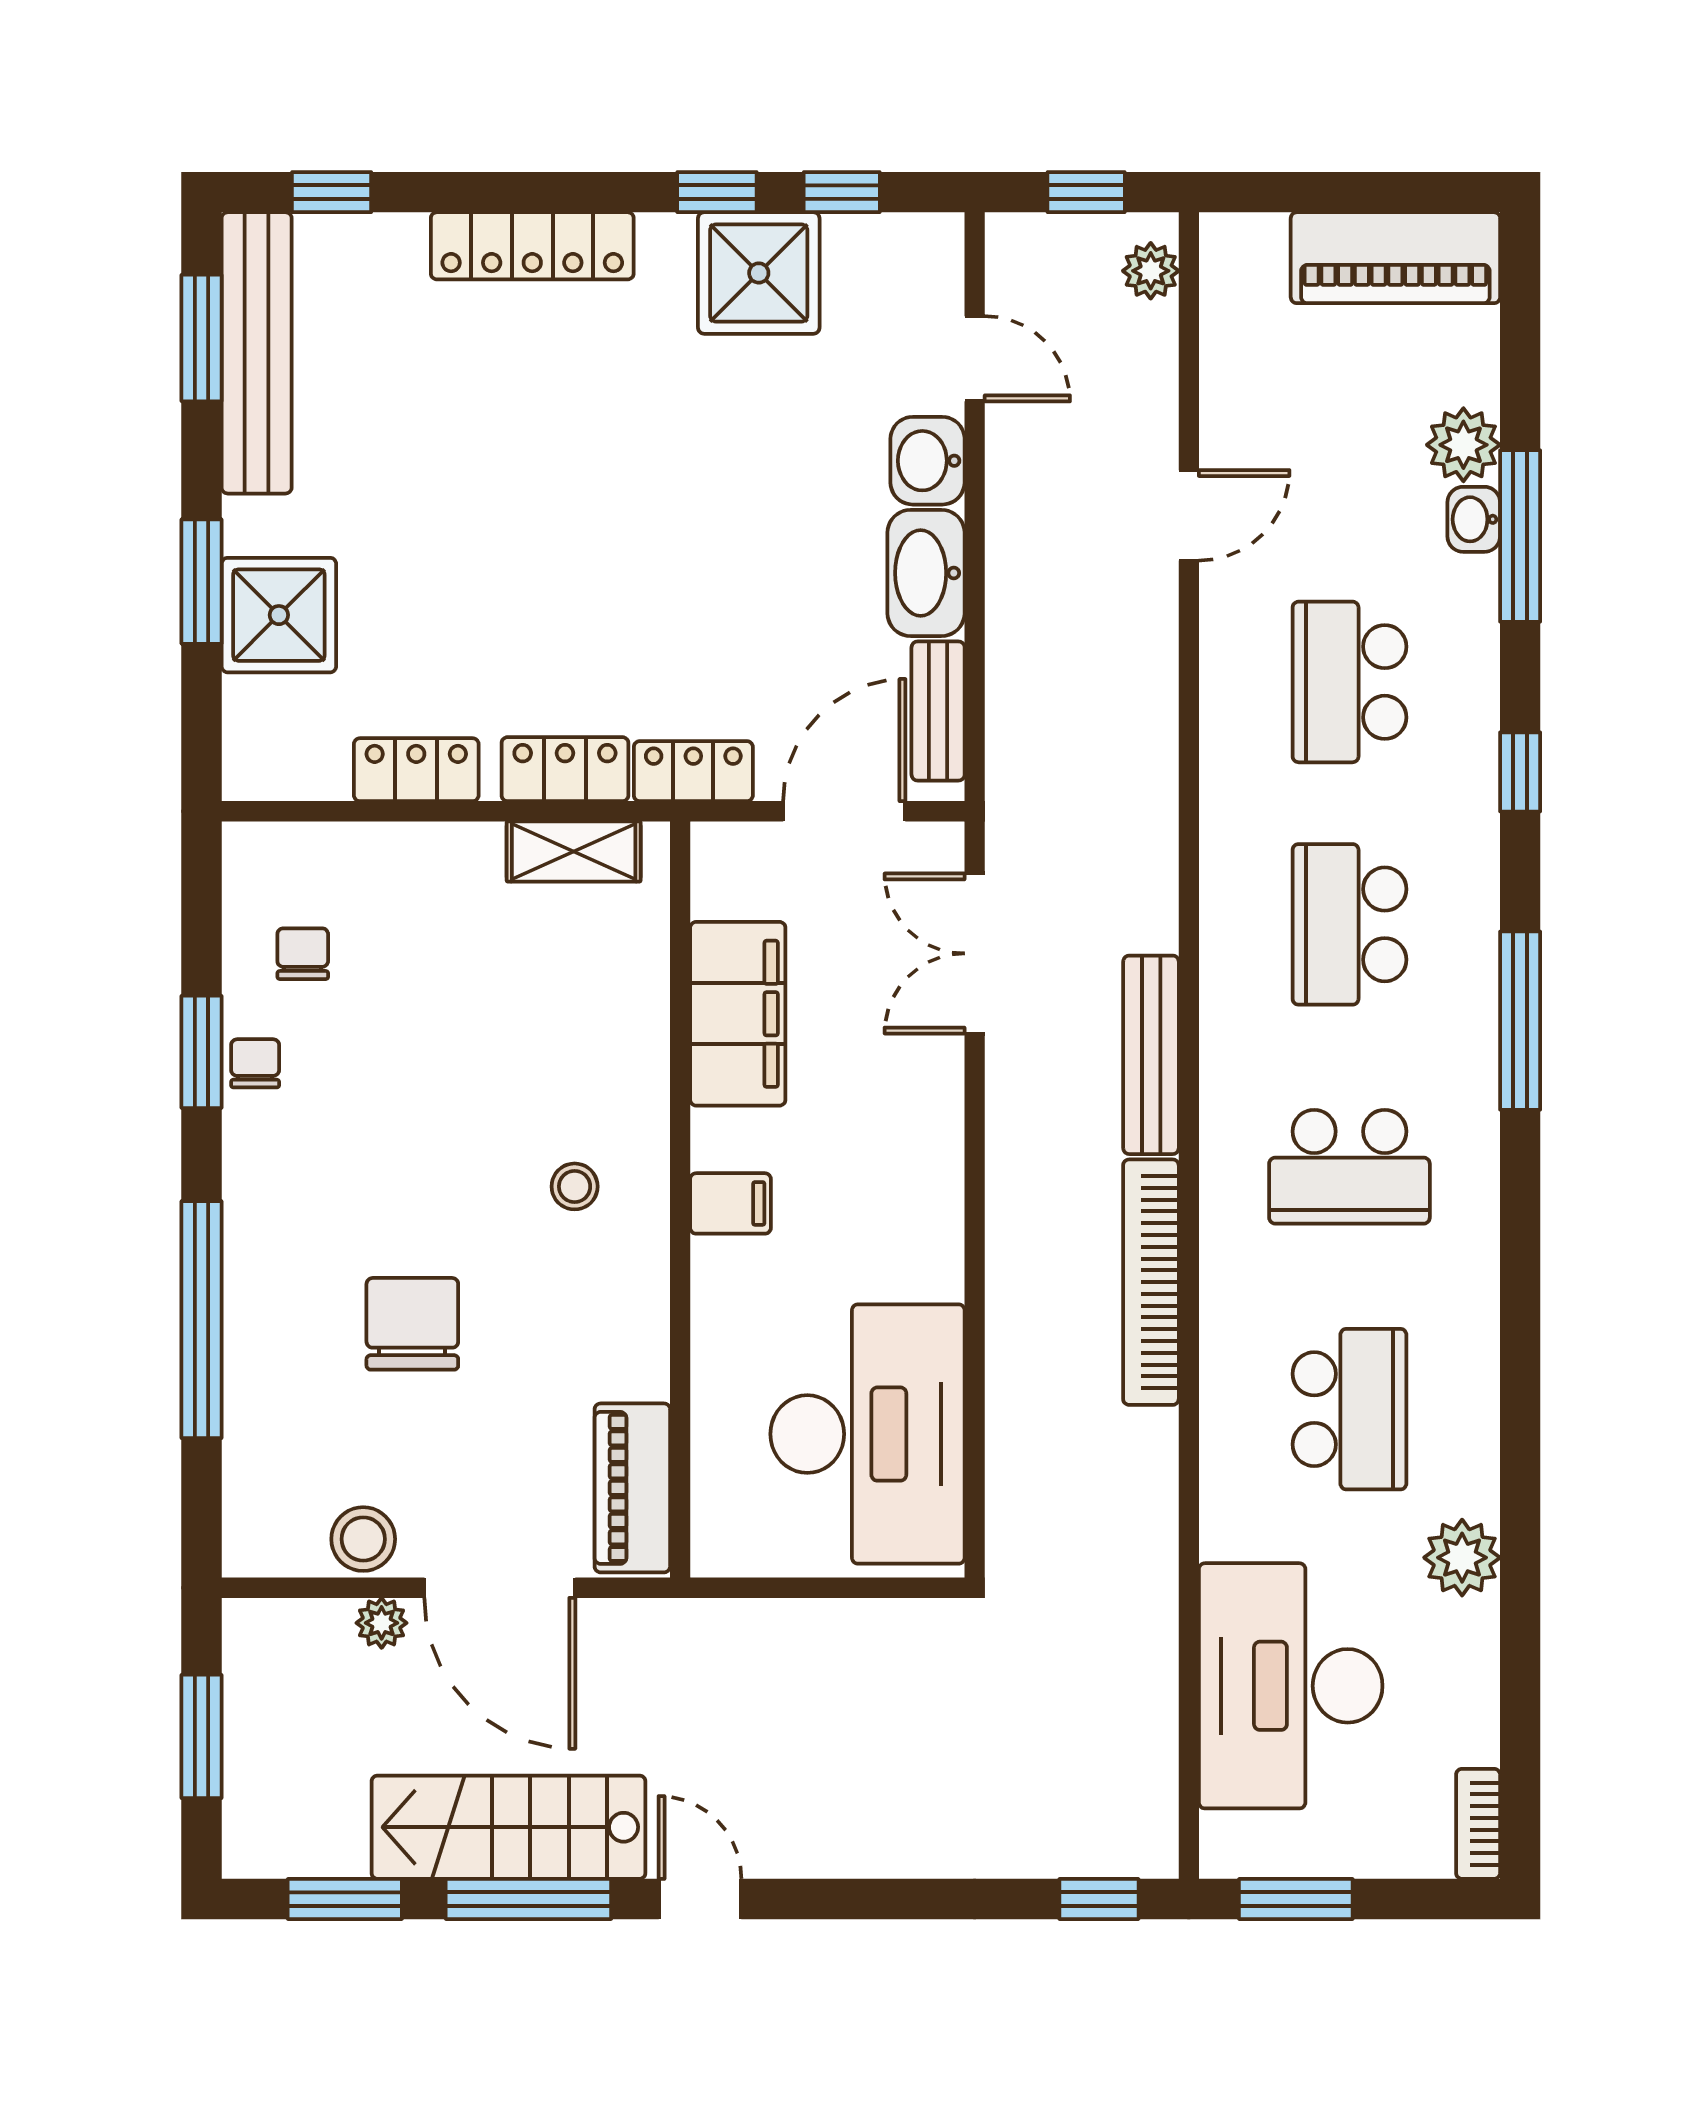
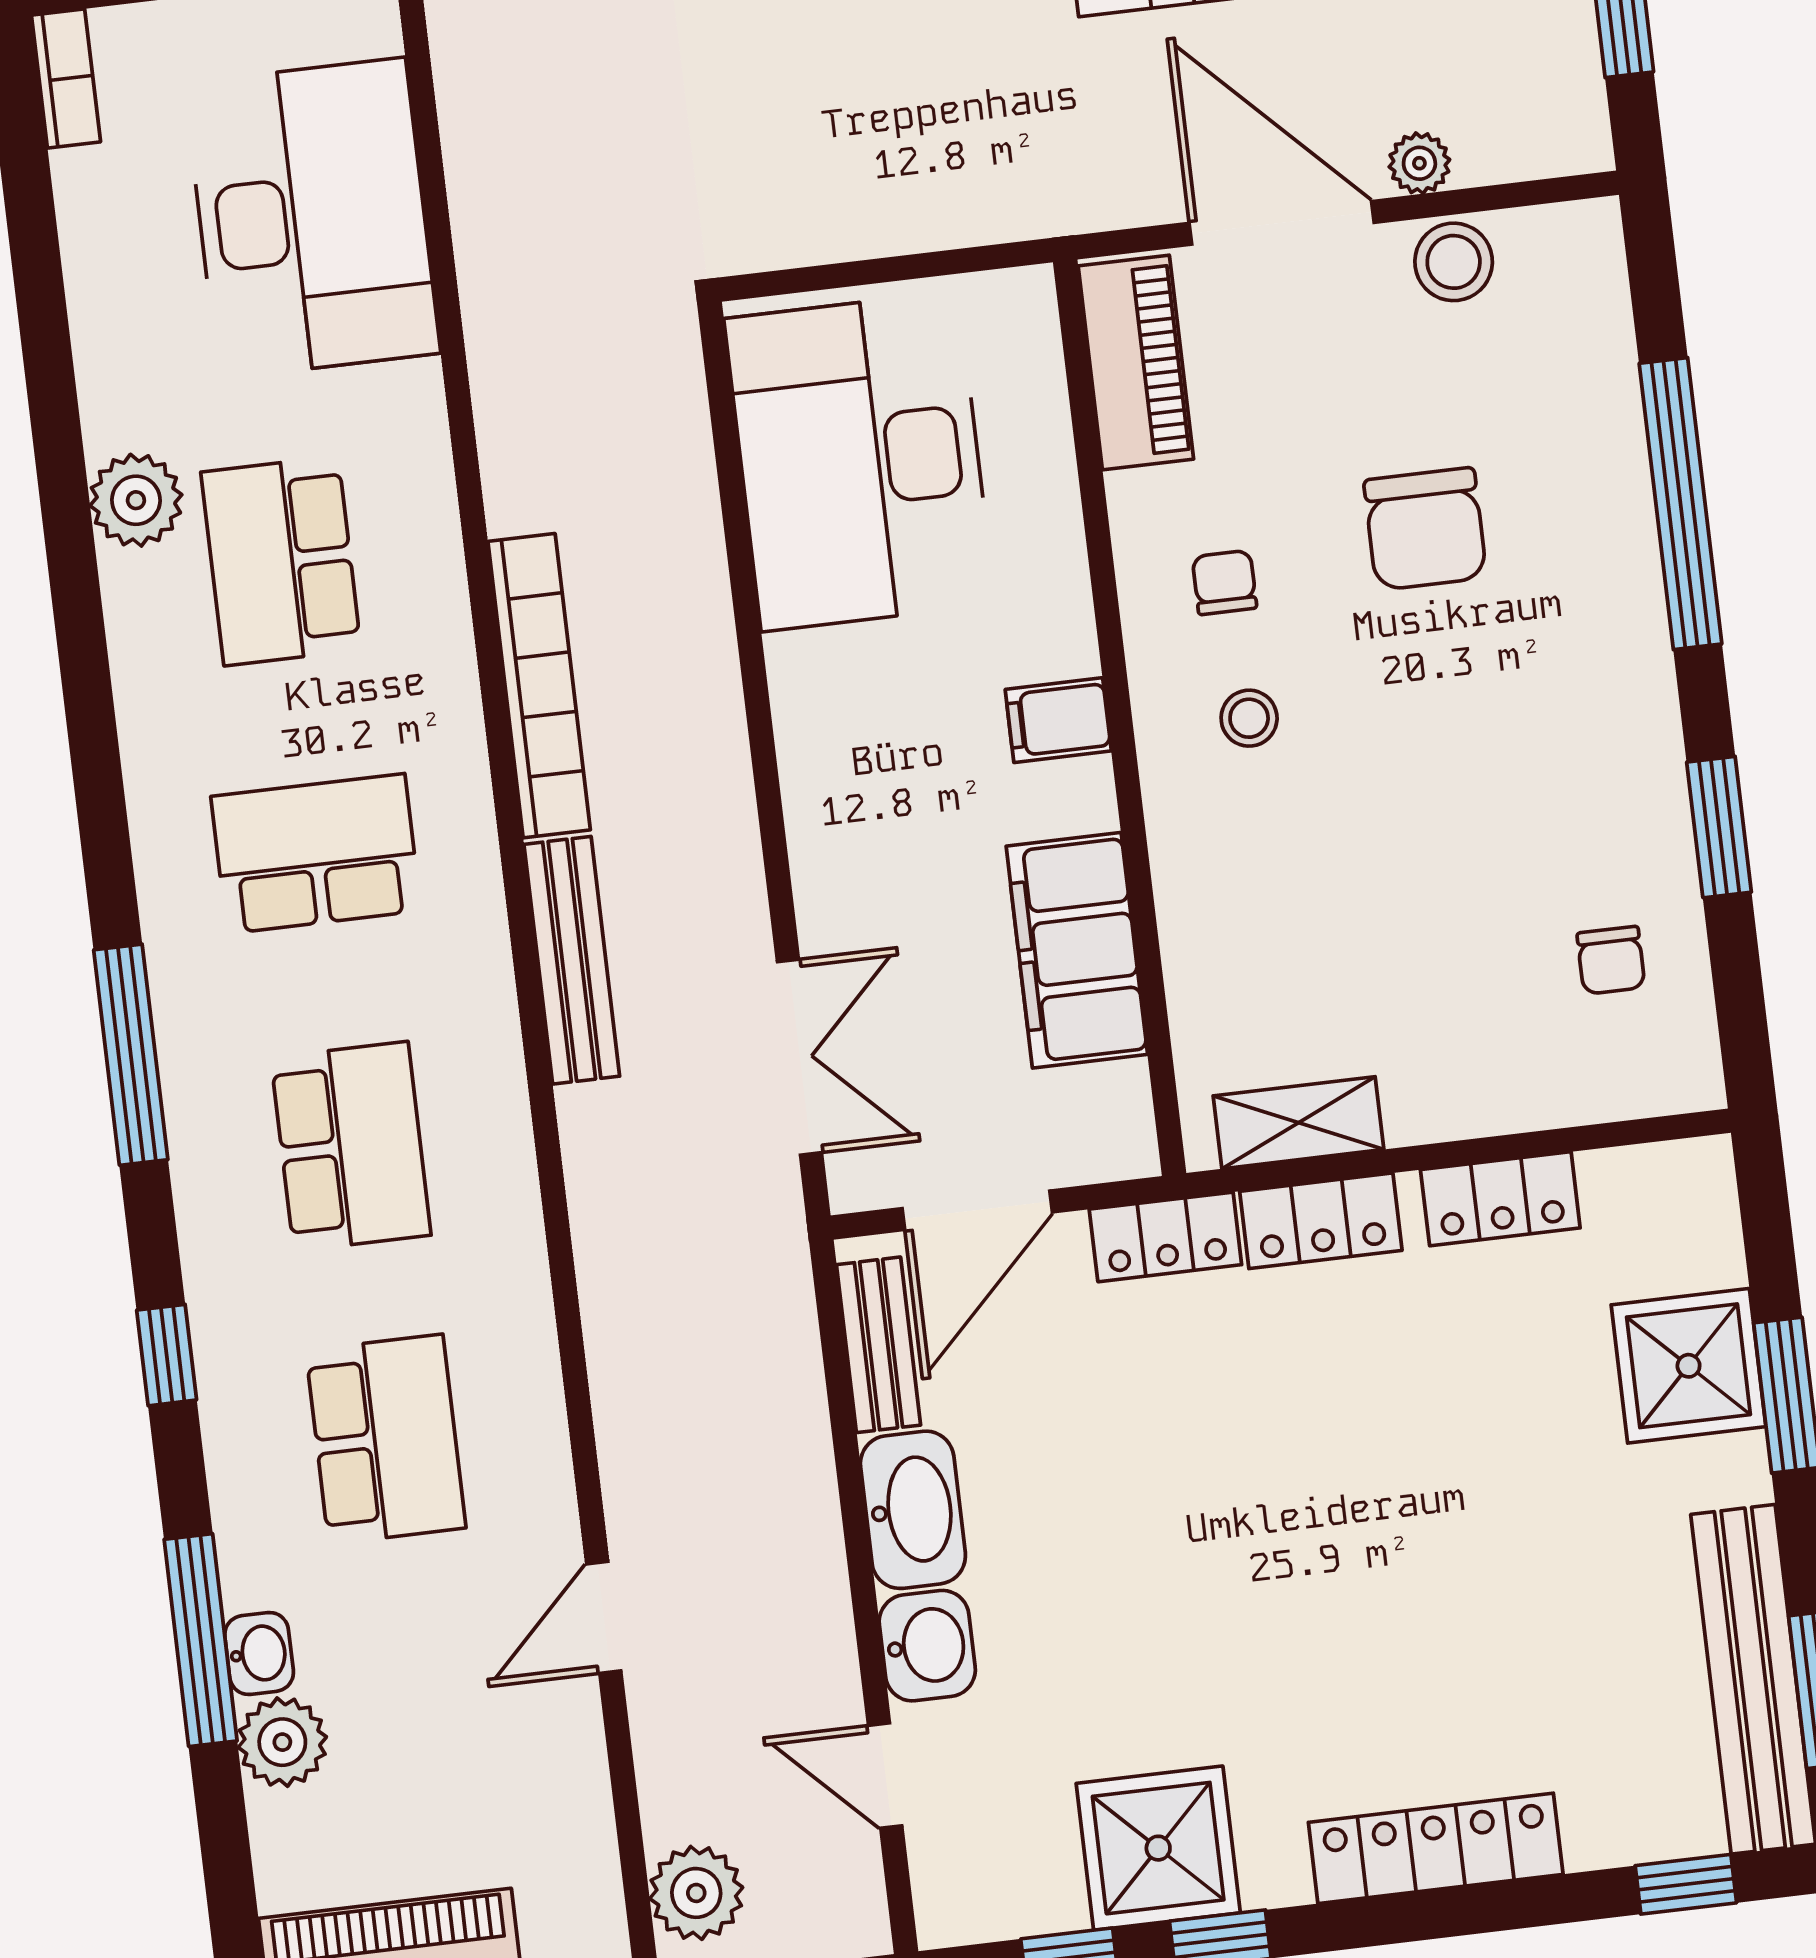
plant: (1151, 271) -> (696, 1893), width x1.38, depth x1.38
chair: (255, 1063) -> (1224, 582), moved, turned 180
plant: (1462, 1558) -> (136, 500), moved

